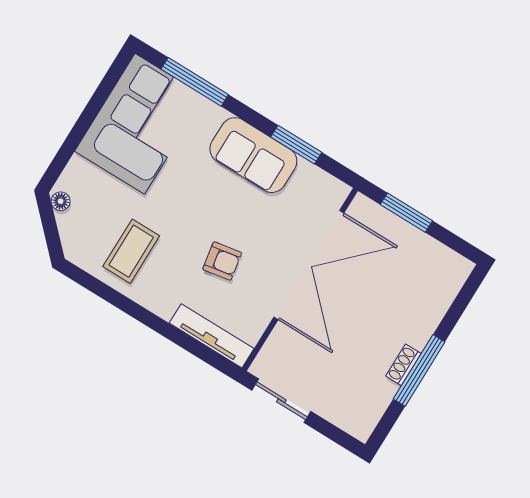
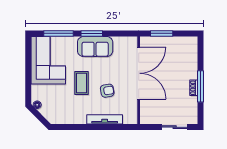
window: (296, 145) -> (92, 33), moved
coffee table: (131, 251) -> (81, 83), moved
tv unit: (212, 336) -> (105, 119), moved
sliding door: (281, 401) -> (175, 127), moved

